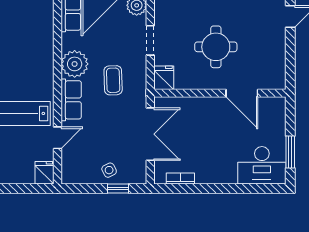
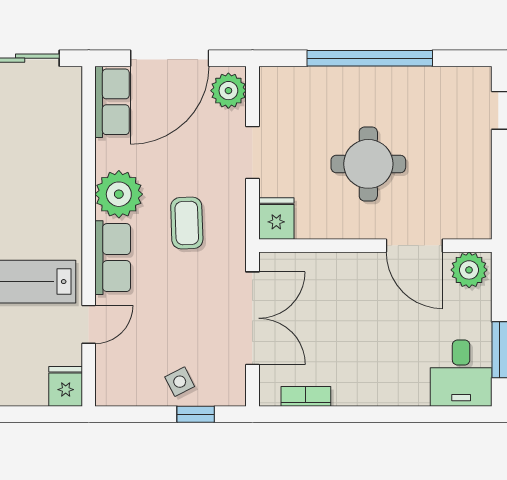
plant: (273, 107) -> (469, 270), added
desk: (262, 165) -> (461, 373), width x0.73

